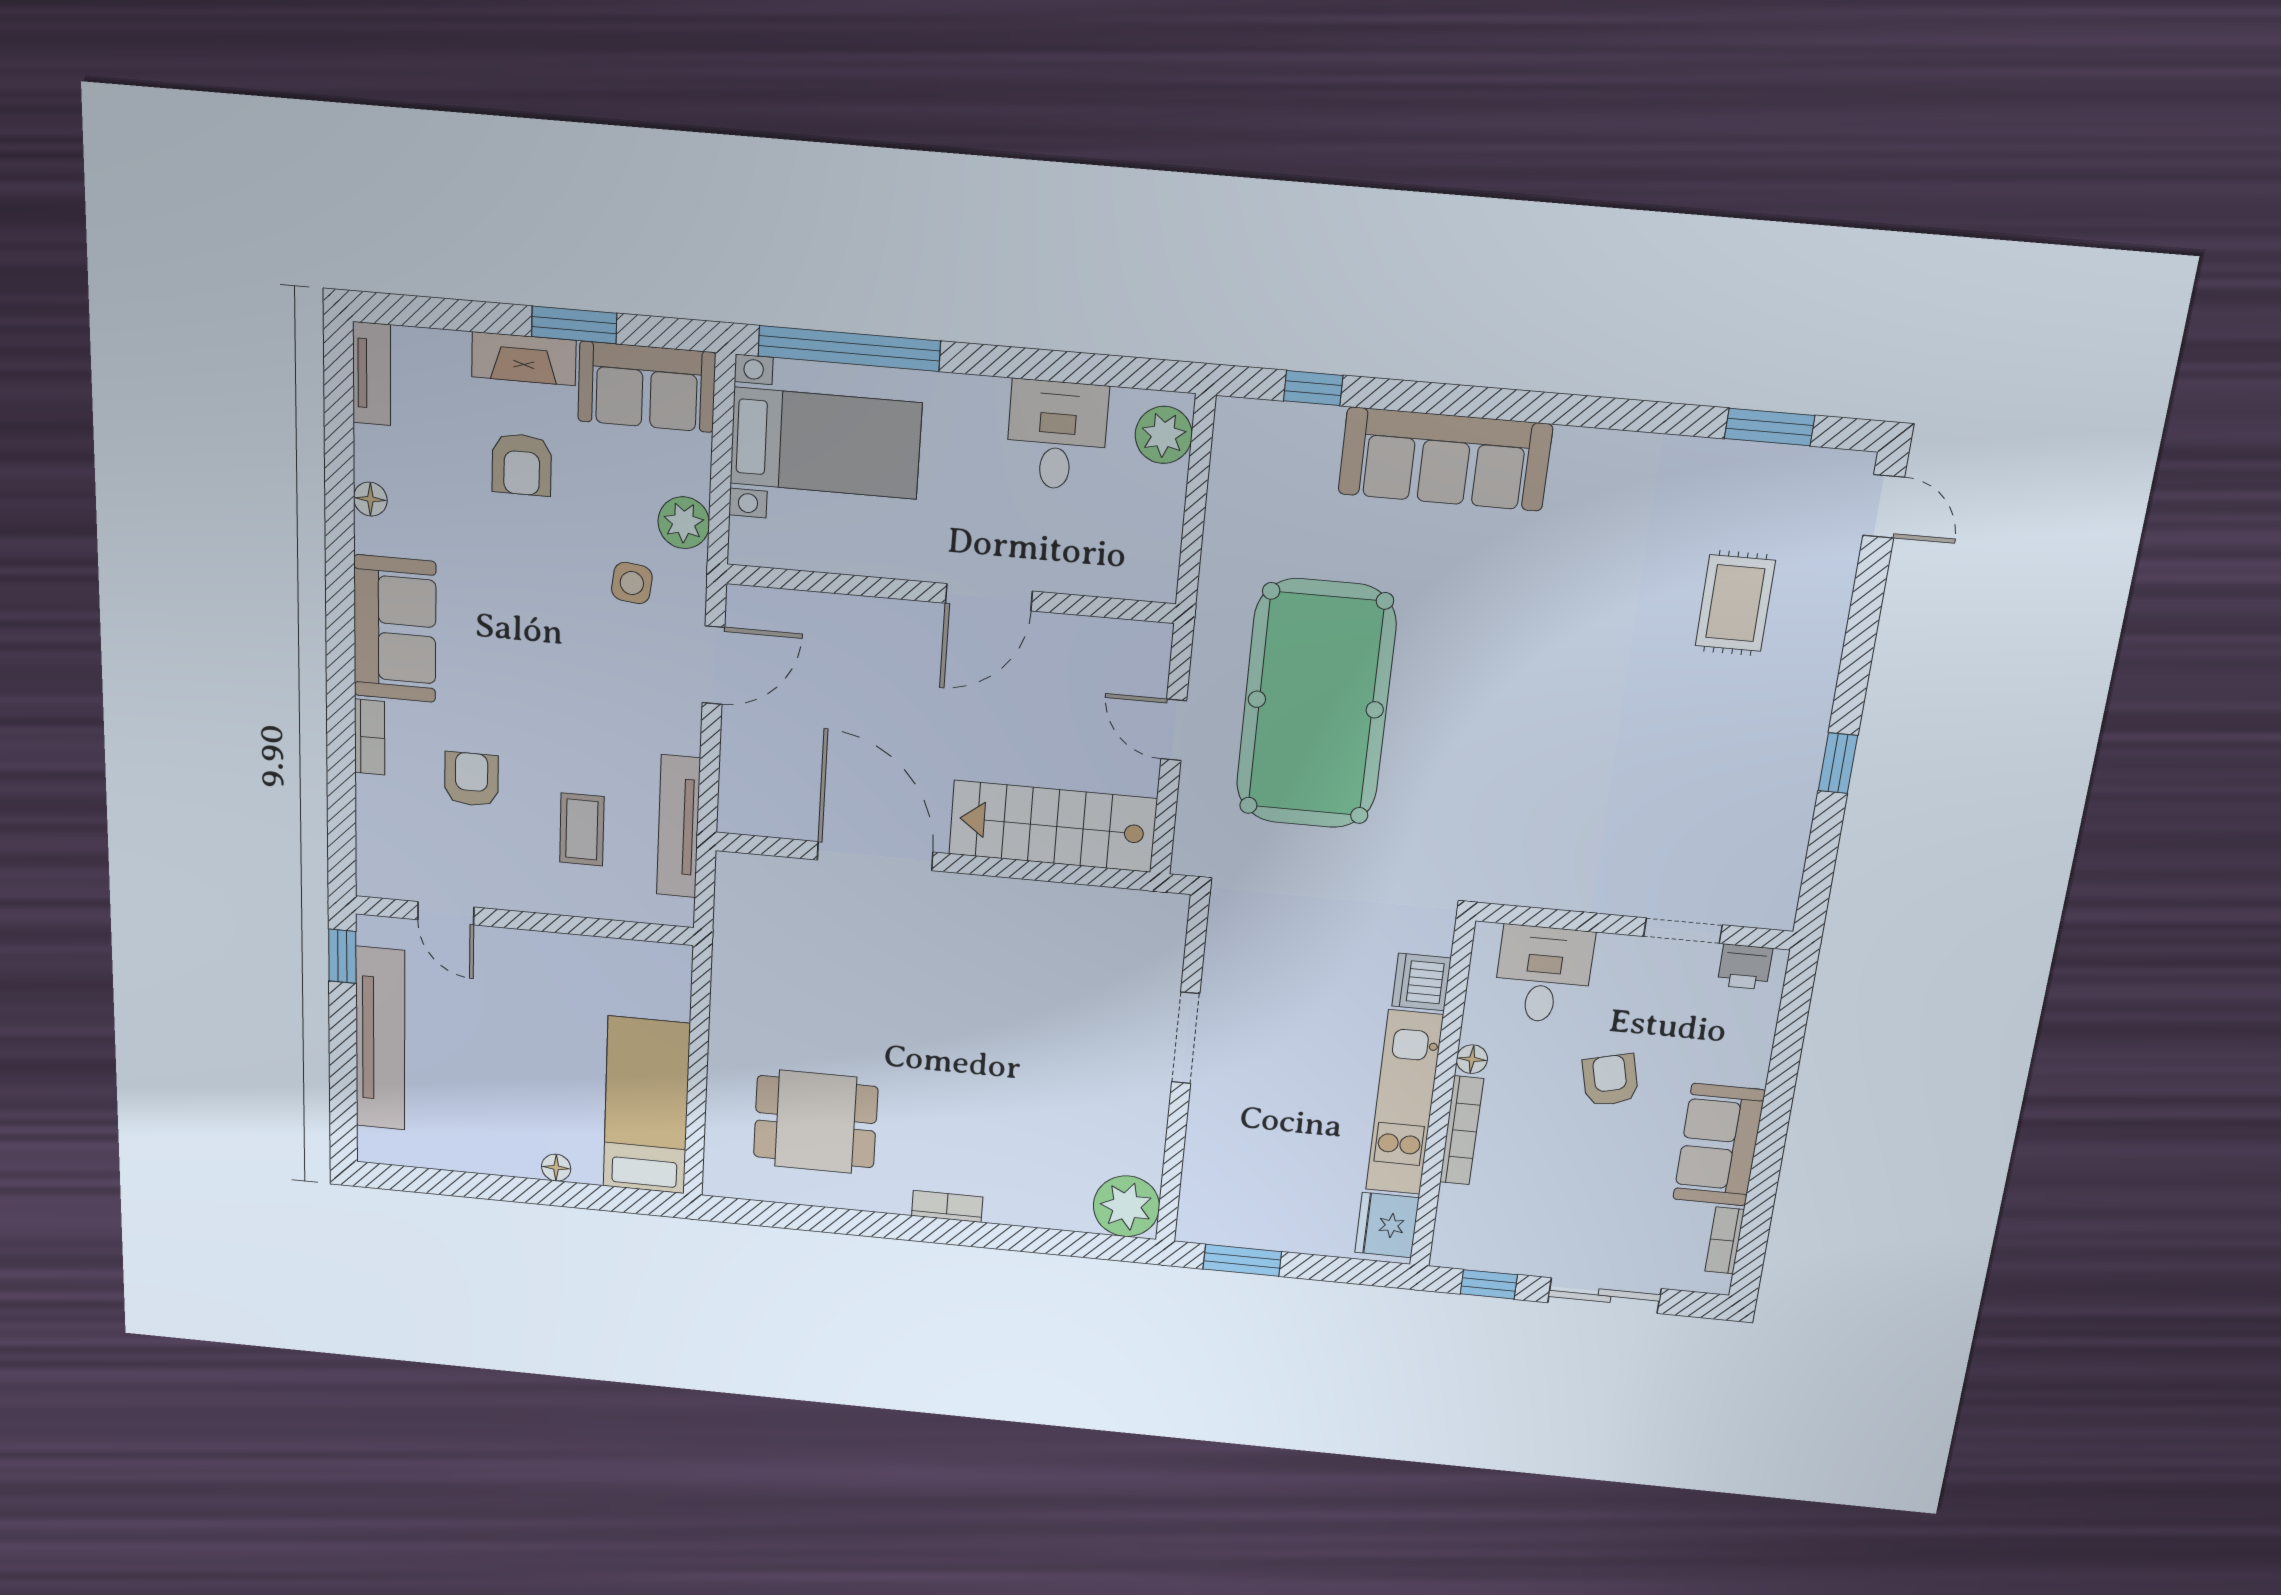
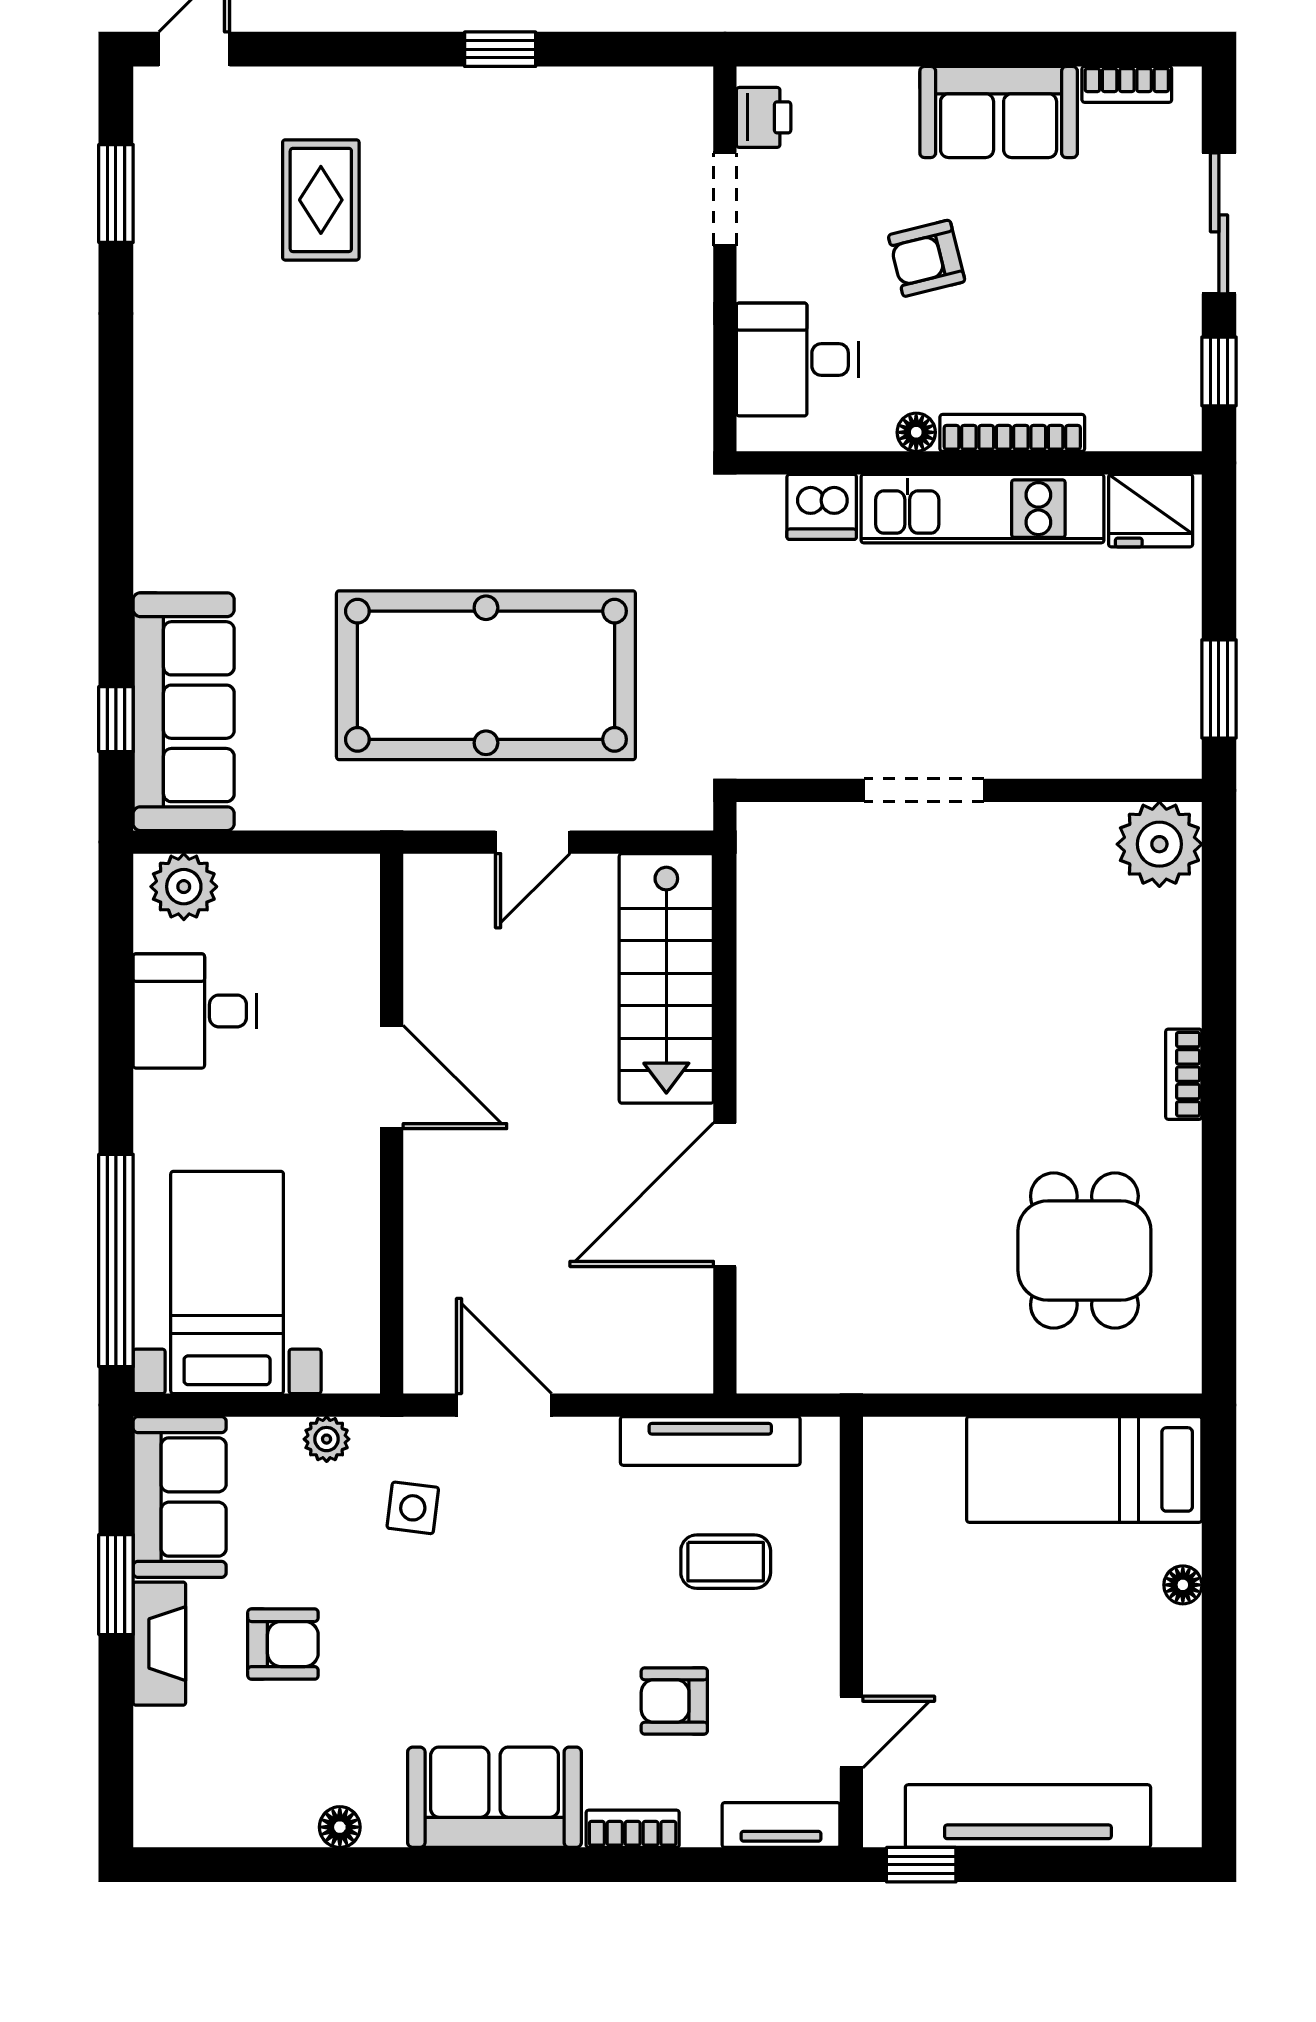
tv unit: (372, 374) -> (781, 1825), moved
sofa: (1445, 459) -> (184, 712), moved
plant: (684, 523) -> (327, 1439), width x0.73, depth x0.73
rug: (1735, 603) -> (321, 200), turned 90

